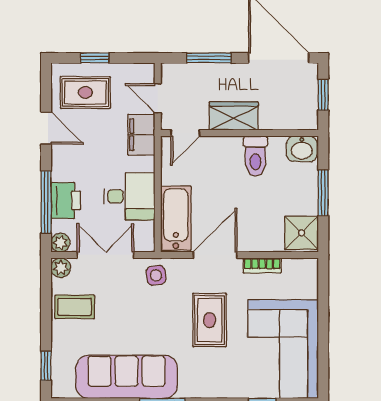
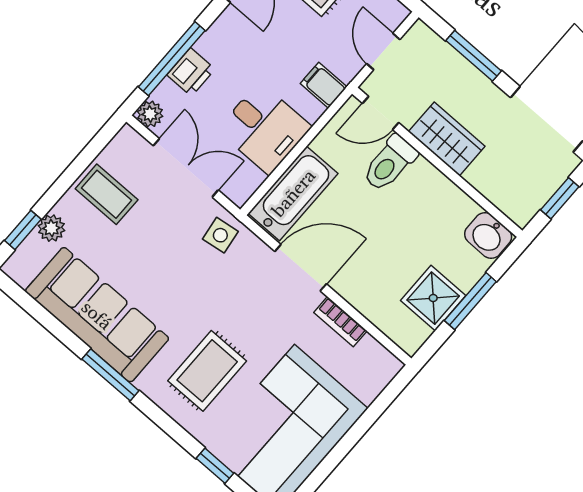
filing cabinet: (141, 135) -> (324, 85), width x0.50
toilet: (255, 156) -> (390, 163), moved
printer: (66, 200) -> (191, 72), width x0.73, depth x0.81
shower: (301, 233) -> (433, 298), moved
plant: (61, 268) -> (51, 228), moved
rug: (210, 320) -> (207, 371), moved

